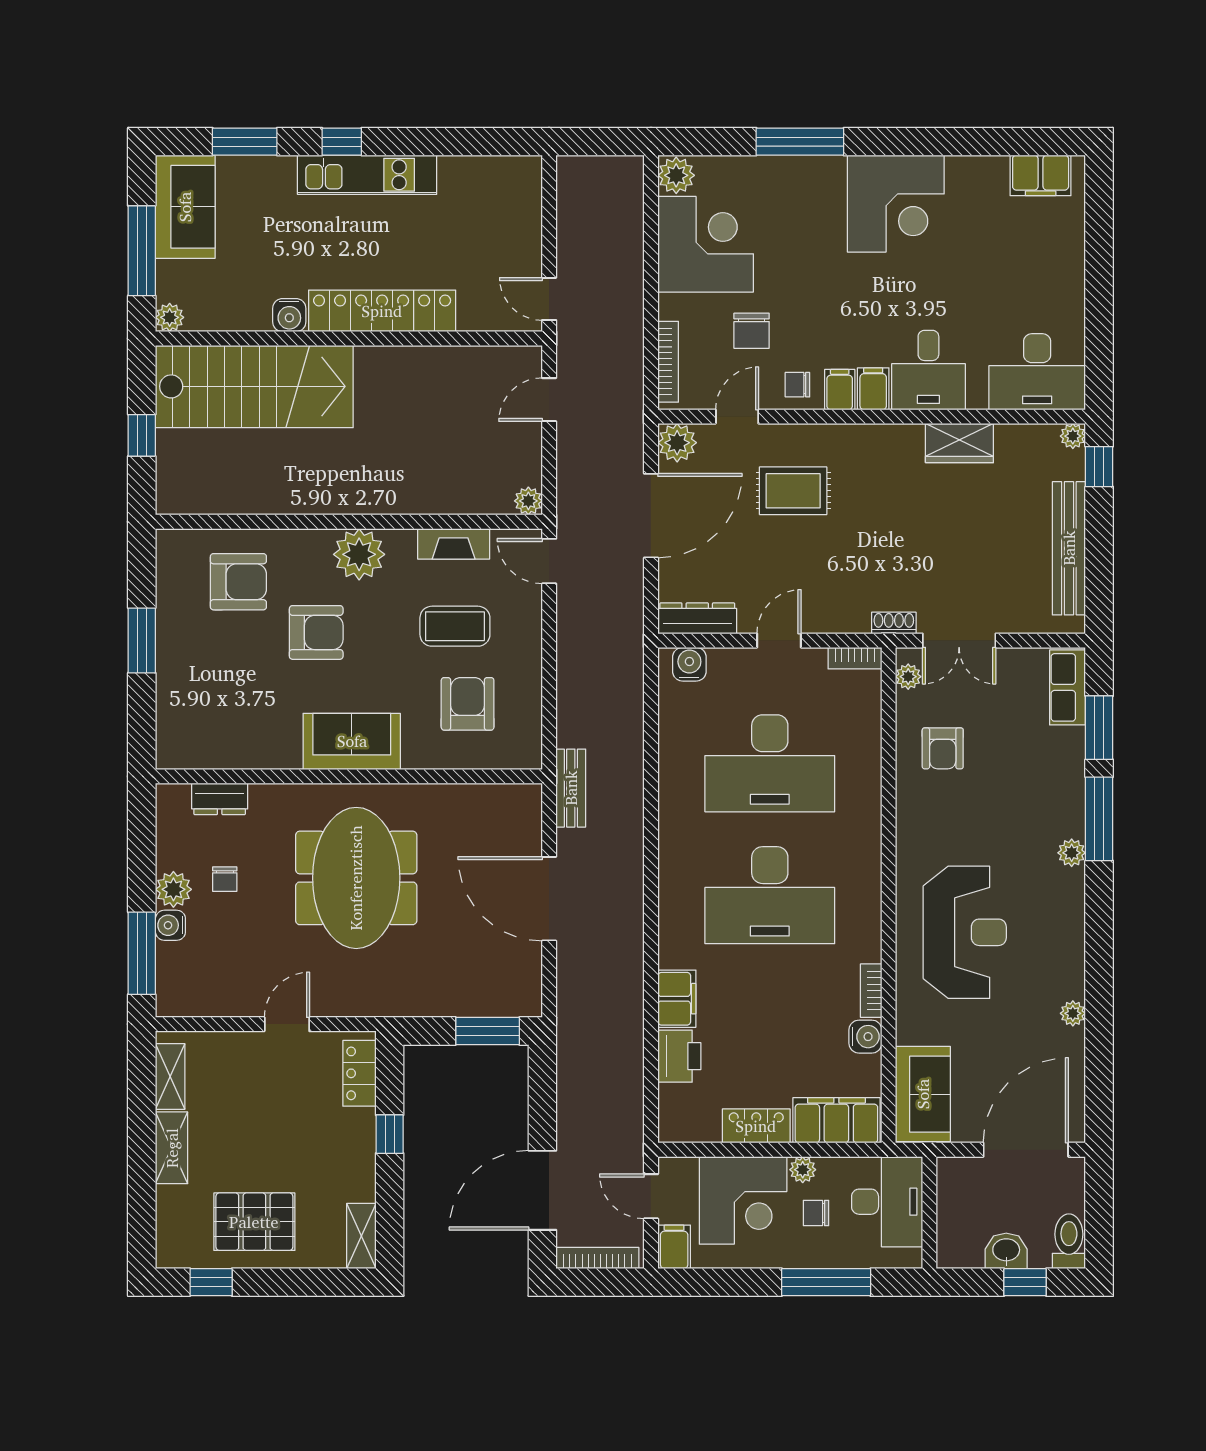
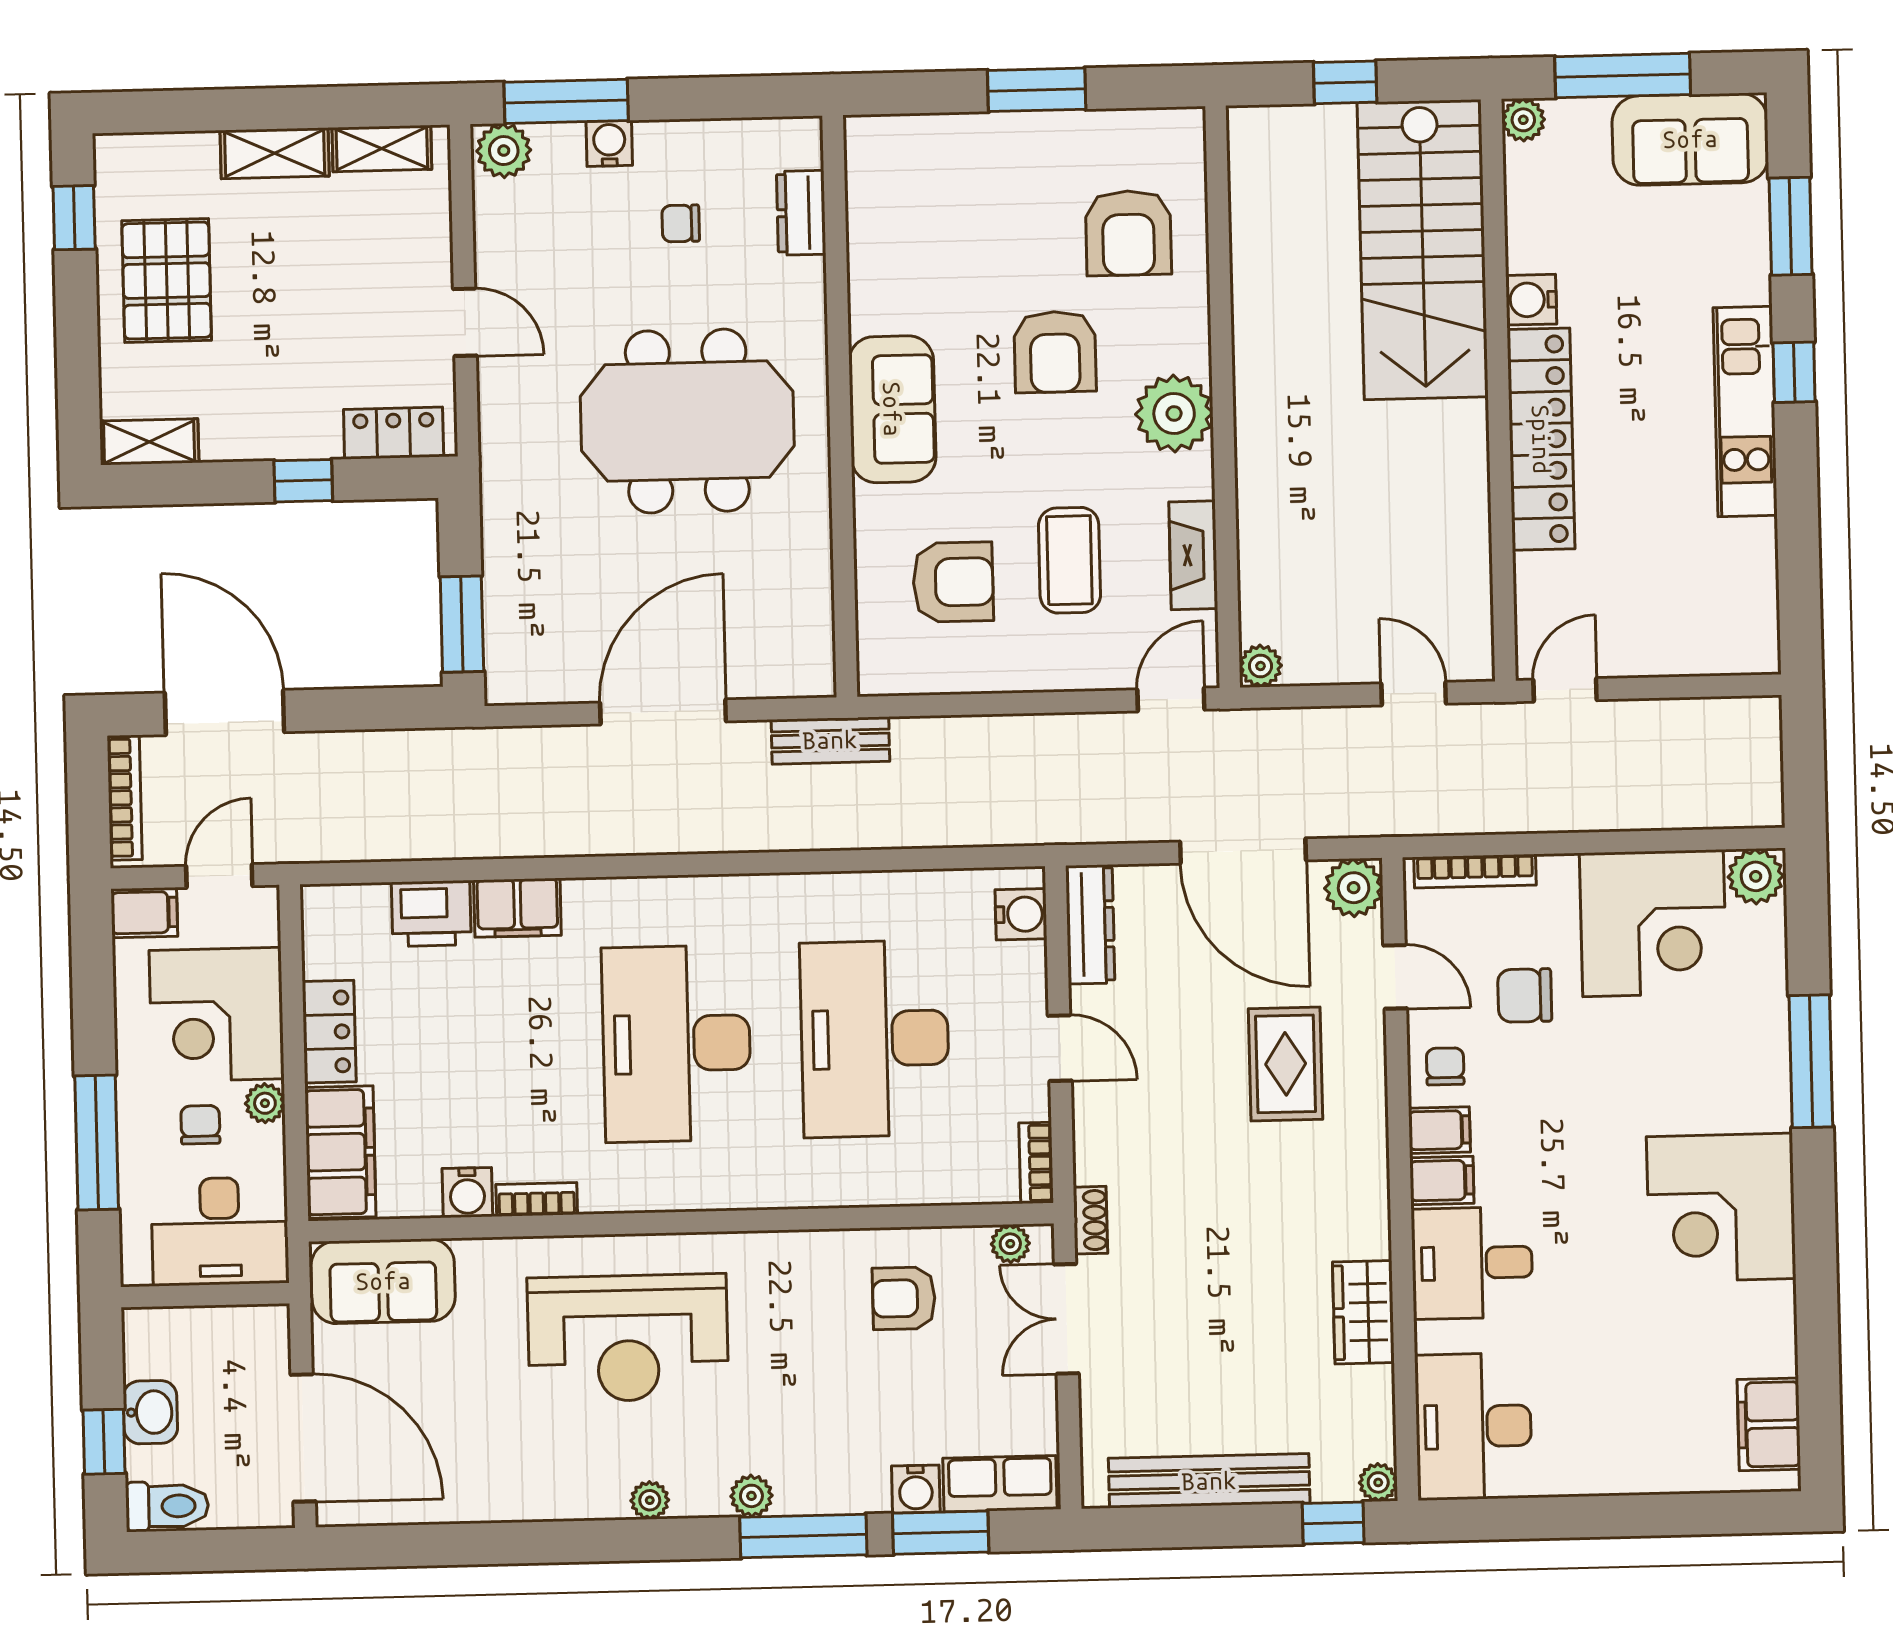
water cooler: (1070, 743) -> (916, 1489), added
plant: (173, 889) -> (504, 151), moved
plant: (1073, 1013) -> (650, 1500), moved

